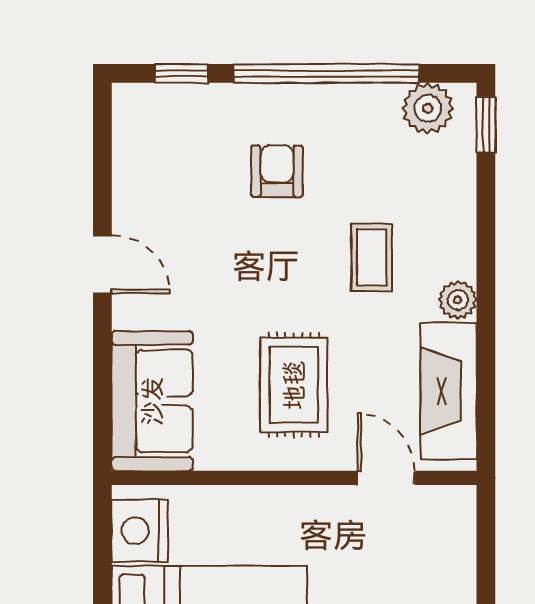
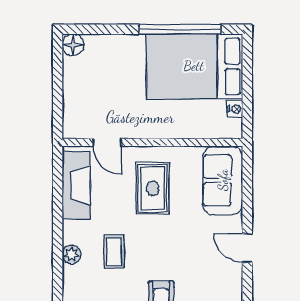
plant: (458, 300) -> (72, 255), moved
nightstand: (140, 531) -> (235, 109), width x0.53, depth x0.56

